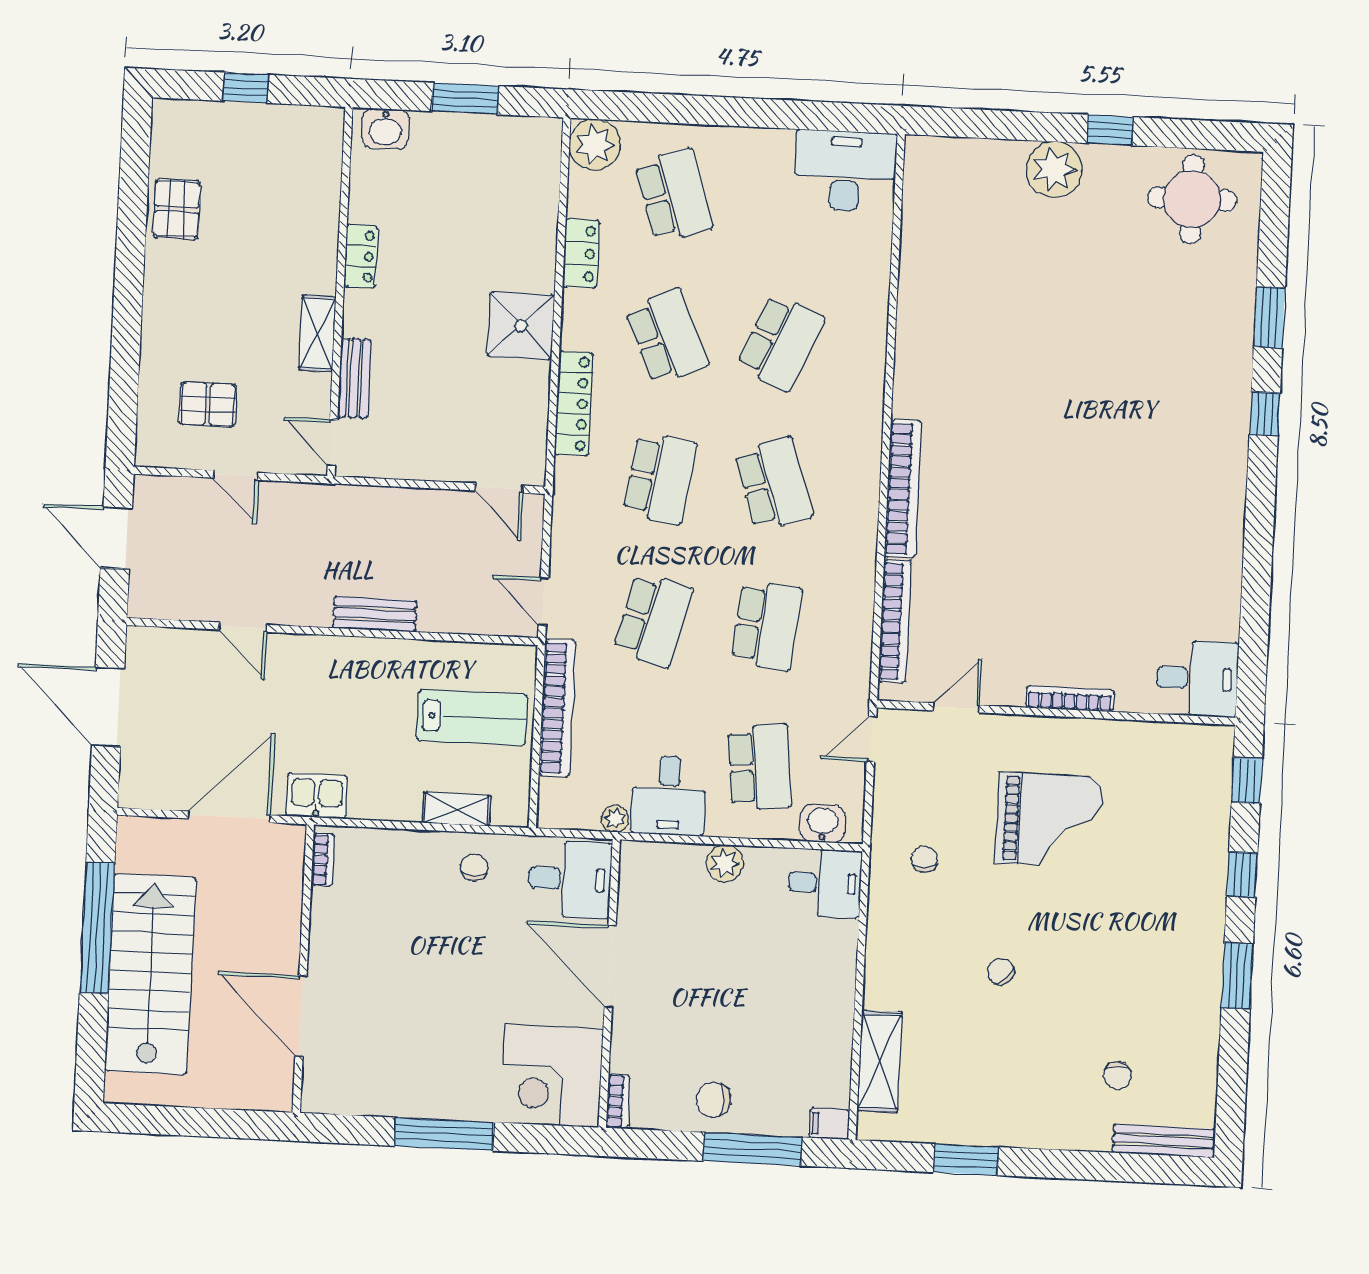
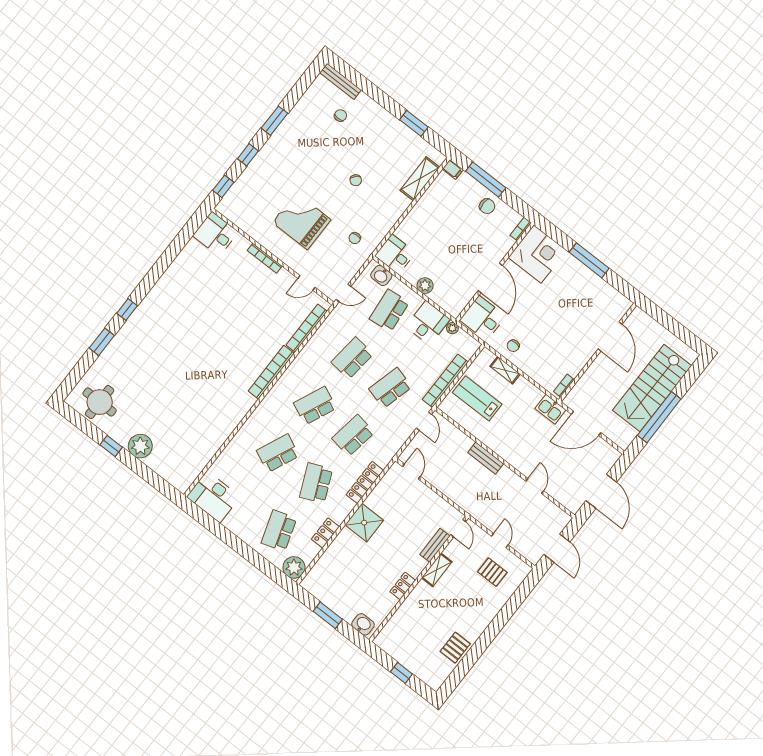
school desk: (774, 484) -> (315, 406), turned 42

